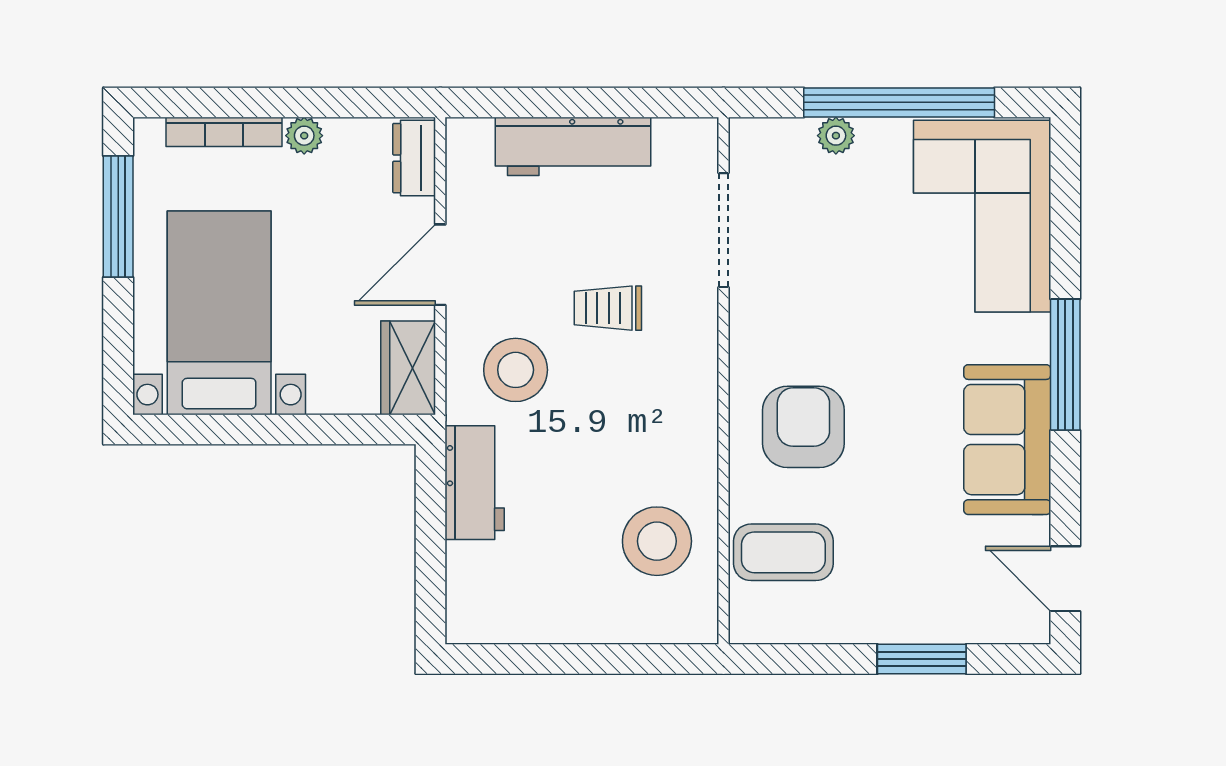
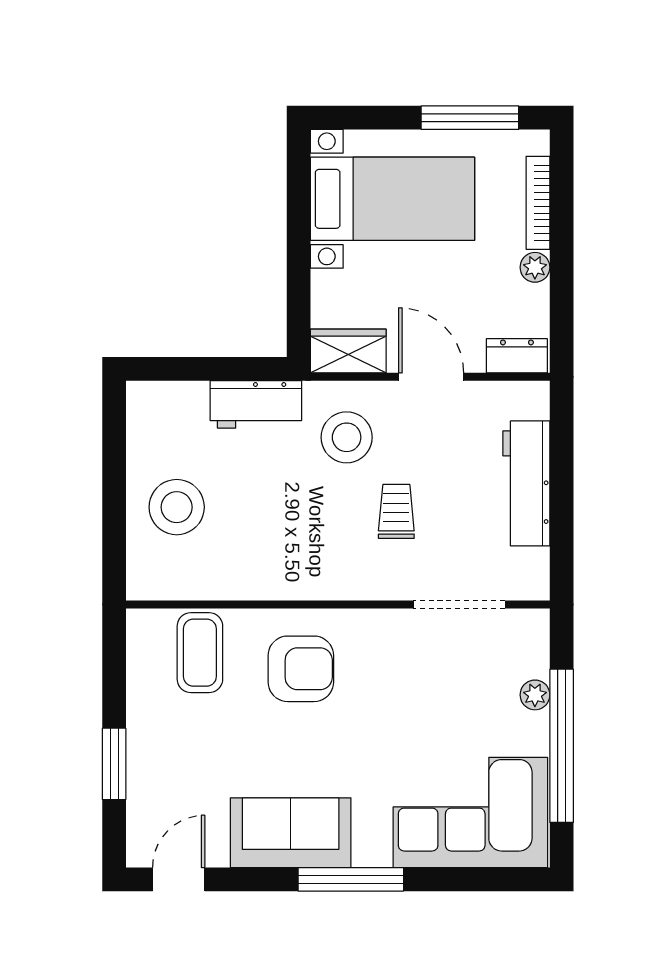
stool: (657, 541) -> (177, 507), moved

